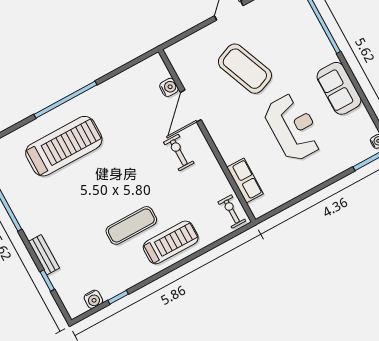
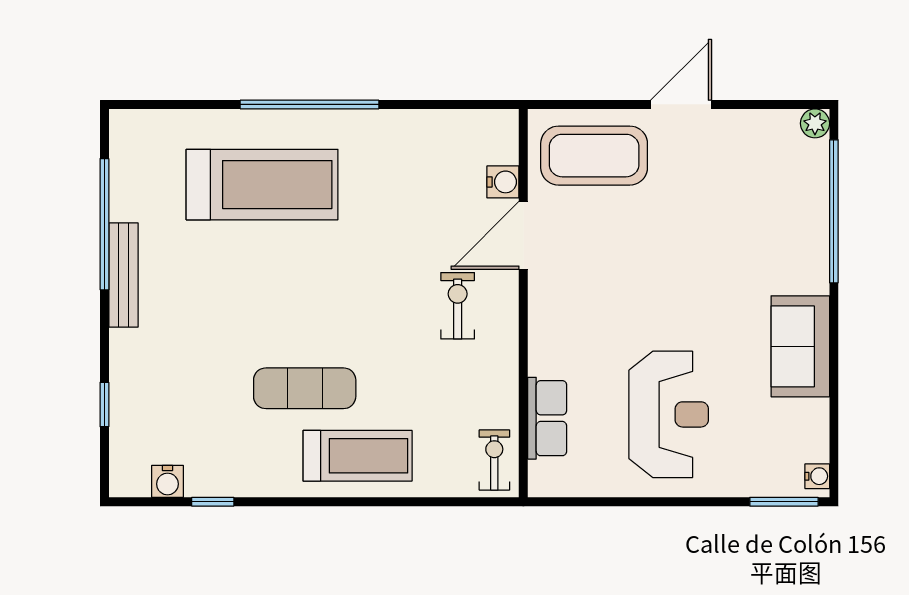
coffee table: (245, 69) -> (594, 156), moved, turned -68
reception desk: (293, 127) -> (669, 414), moved
bench: (44, 255) -> (123, 275), moved, width x1.36

